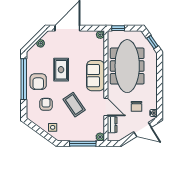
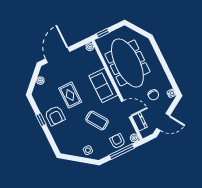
window: (152, 42) -> (139, 31), removed
window: (24, 79) -> (41, 120), width x0.32
armchair: (46, 104) -> (117, 141), moved
door: (142, 130) -> (163, 122), moved

